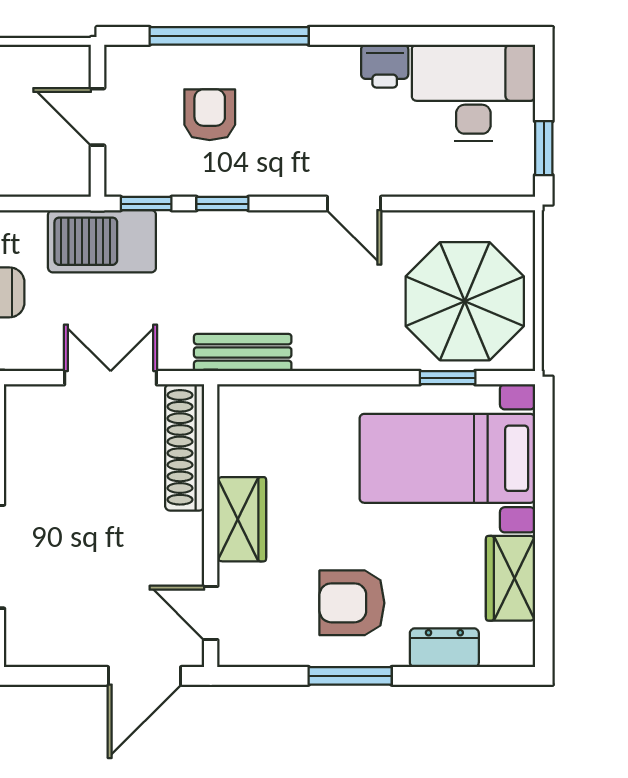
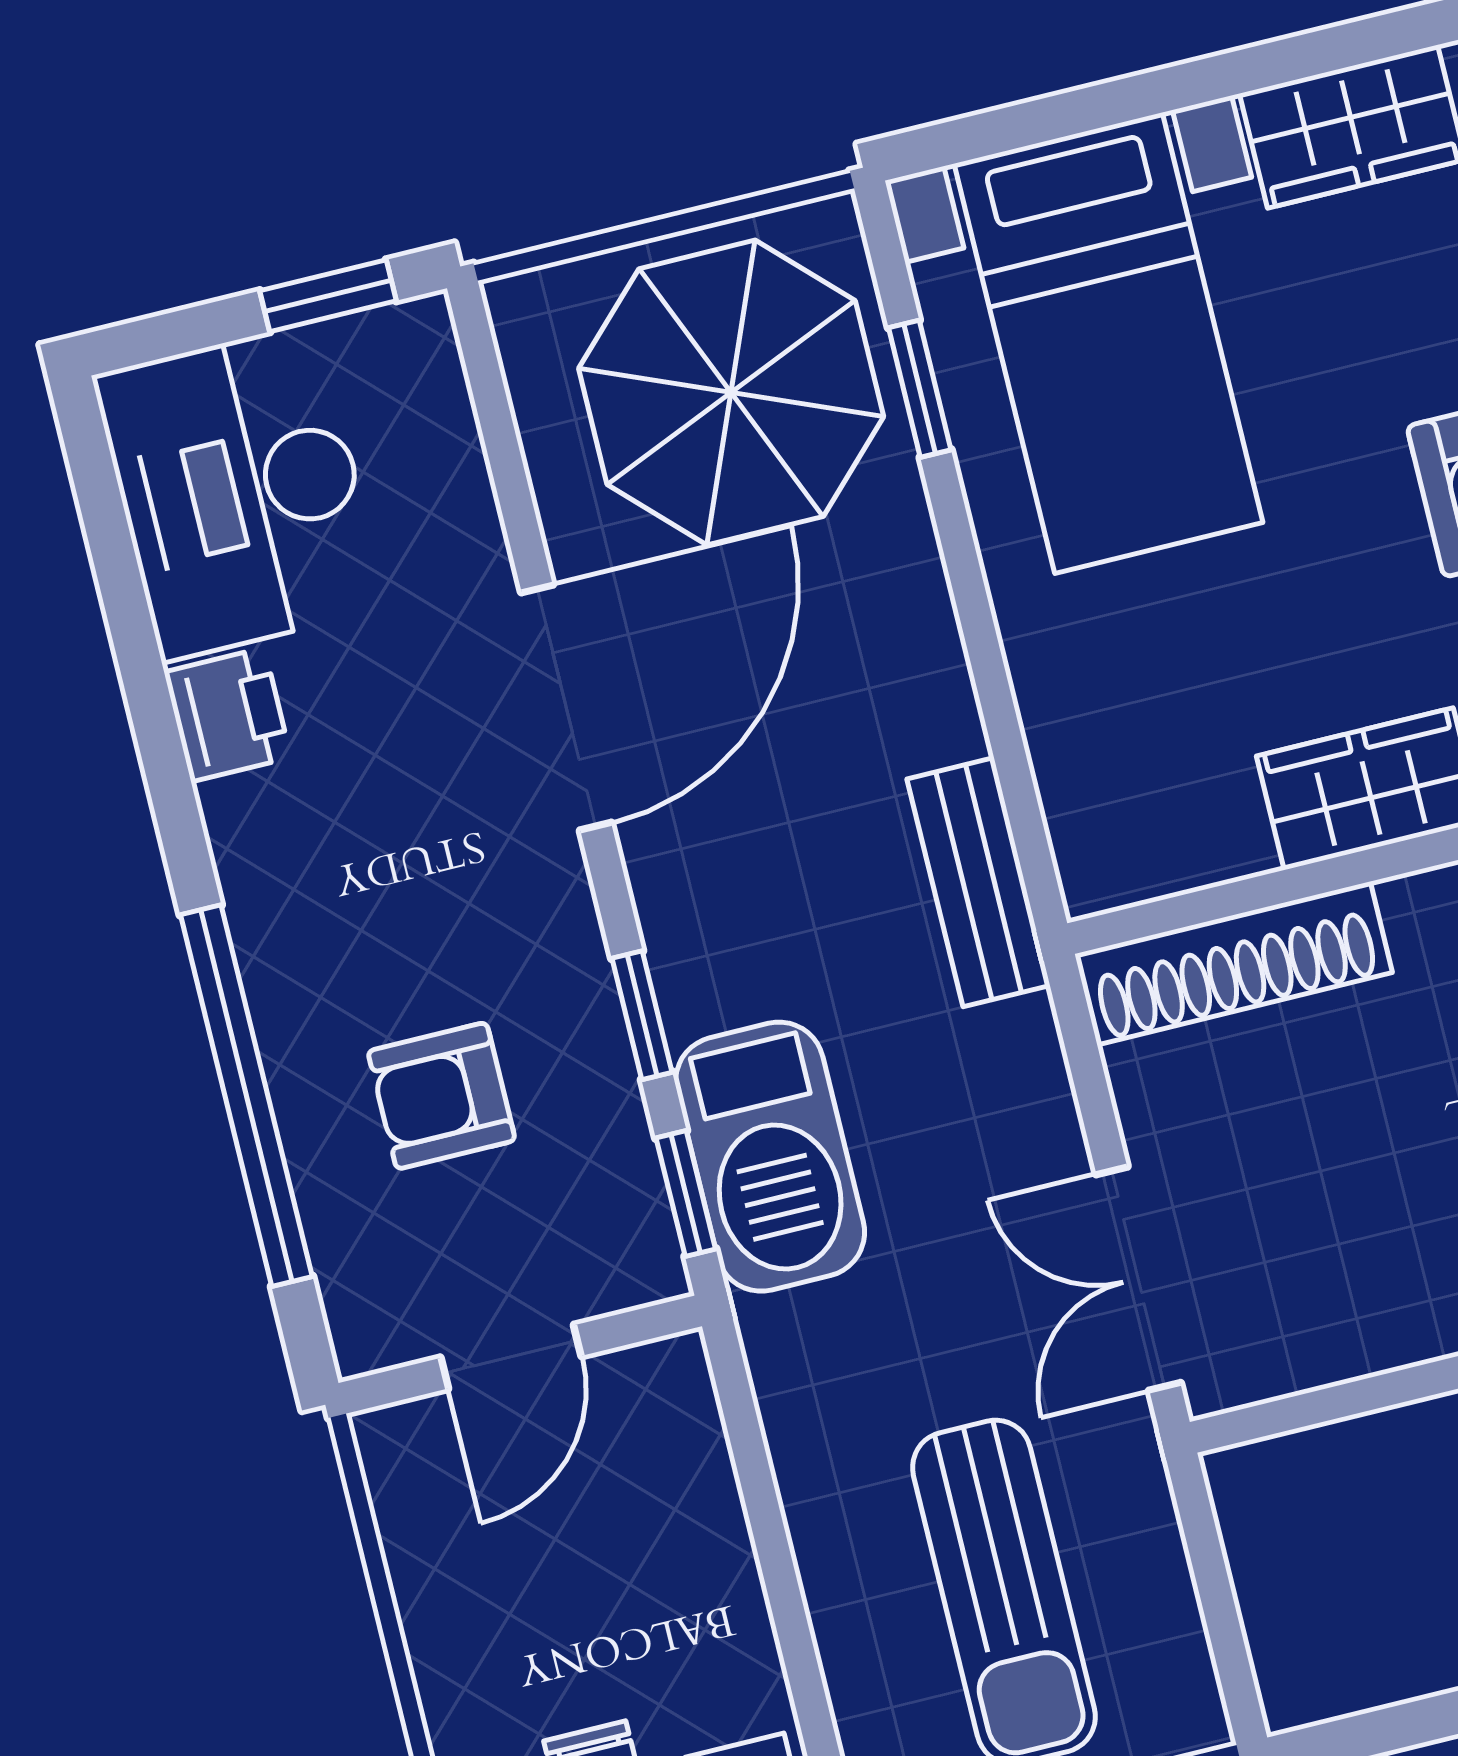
door: (354, 204) -> (566, 708), width x1.87
barbecue: (102, 241) -> (770, 1157), moved
double door: (111, 378) -> (1138, 1279), moved

